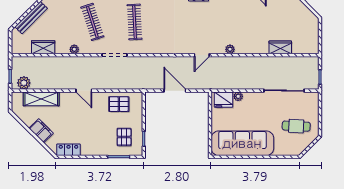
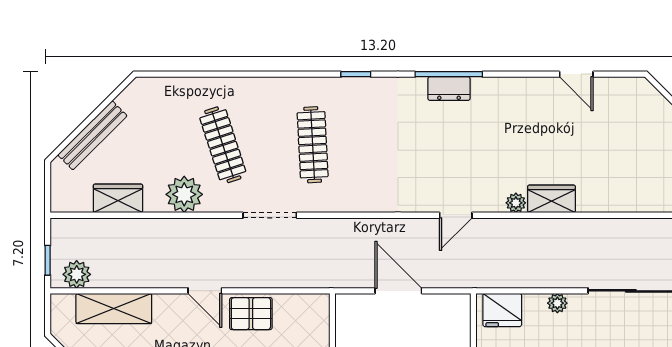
wardrobe: (280, 47) -> (551, 199), moved
plant: (74, 49) -> (184, 194), width x1.87, depth x1.87
plant: (238, 96) -> (557, 303), moved
pallet: (119, 104) -> (251, 314), moved

